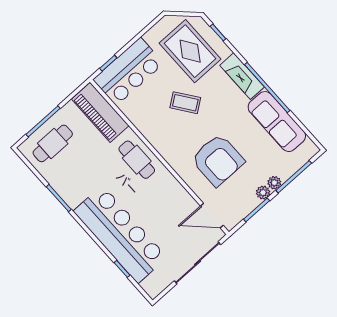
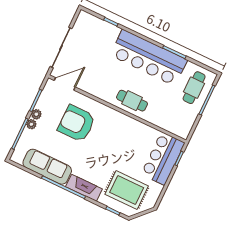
coffee table: (185, 103) -> (115, 153), removed
piano: (100, 112) -> (171, 122), removed
bar counter: (120, 234) -> (149, 58), moved

